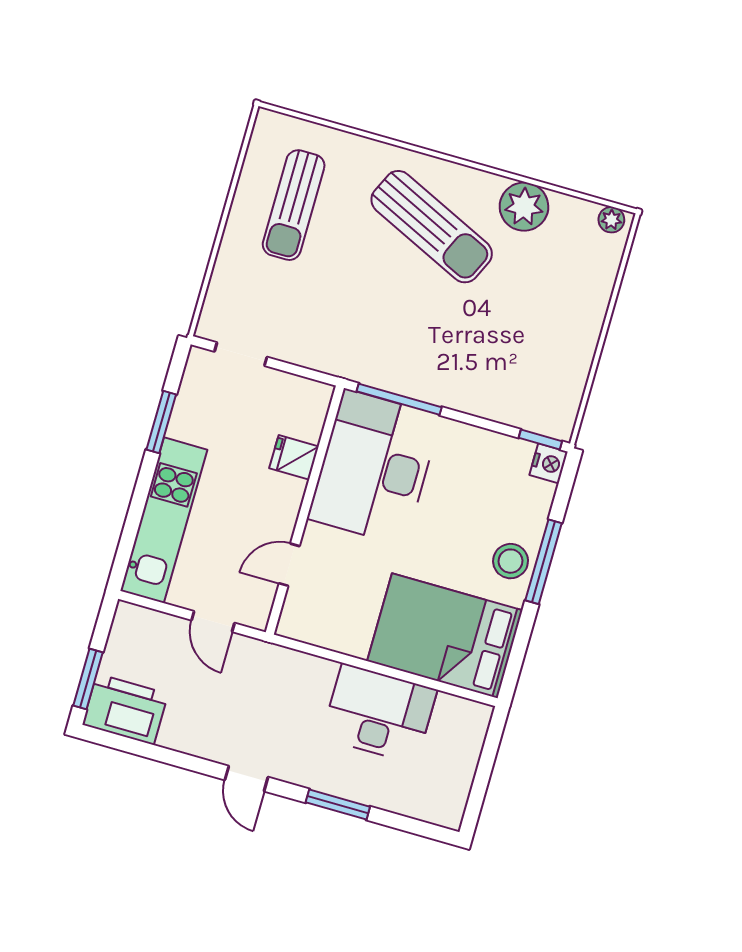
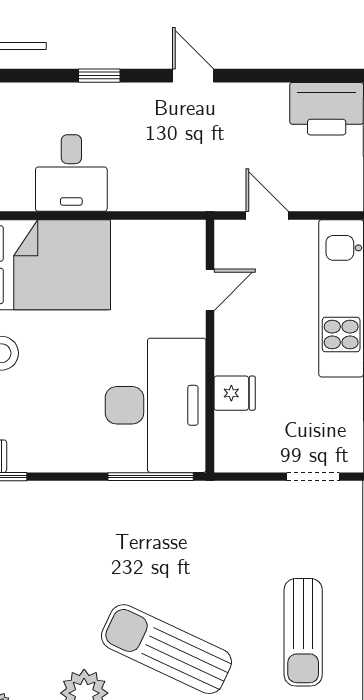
sun lounger: (294, 205) -> (303, 632), turned 180
desk: (379, 714) -> (71, 173), width x0.73
window: (338, 805) -> (99, 76), width x0.67

